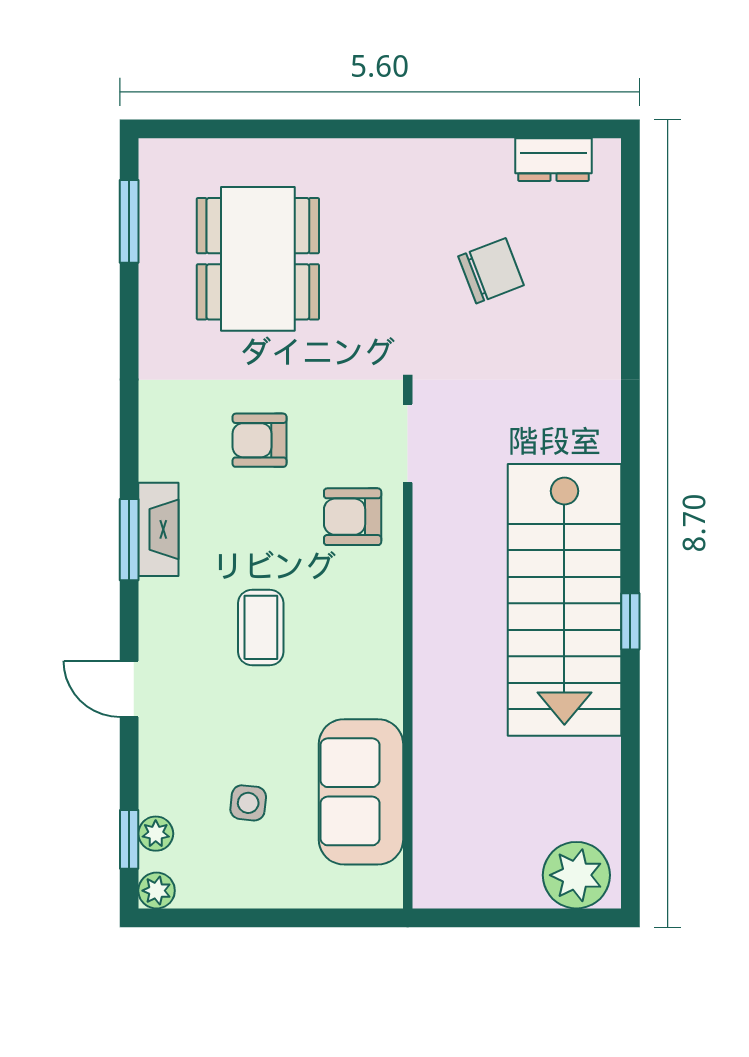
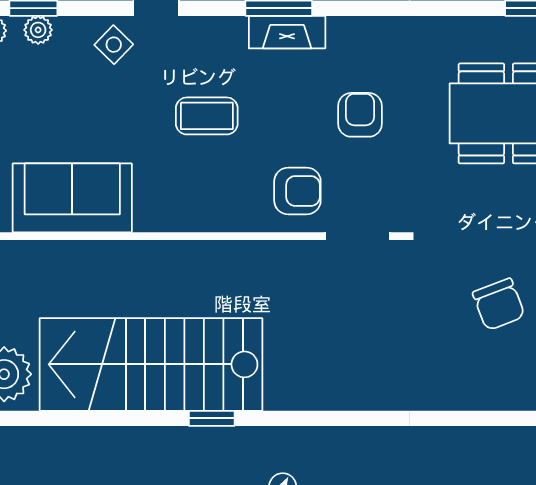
armchair: (353, 517) -> (297, 191), turned 90
stairs: (564, 600) -> (151, 364), moved
side table: (248, 803) -> (114, 45), moved, turned 38

